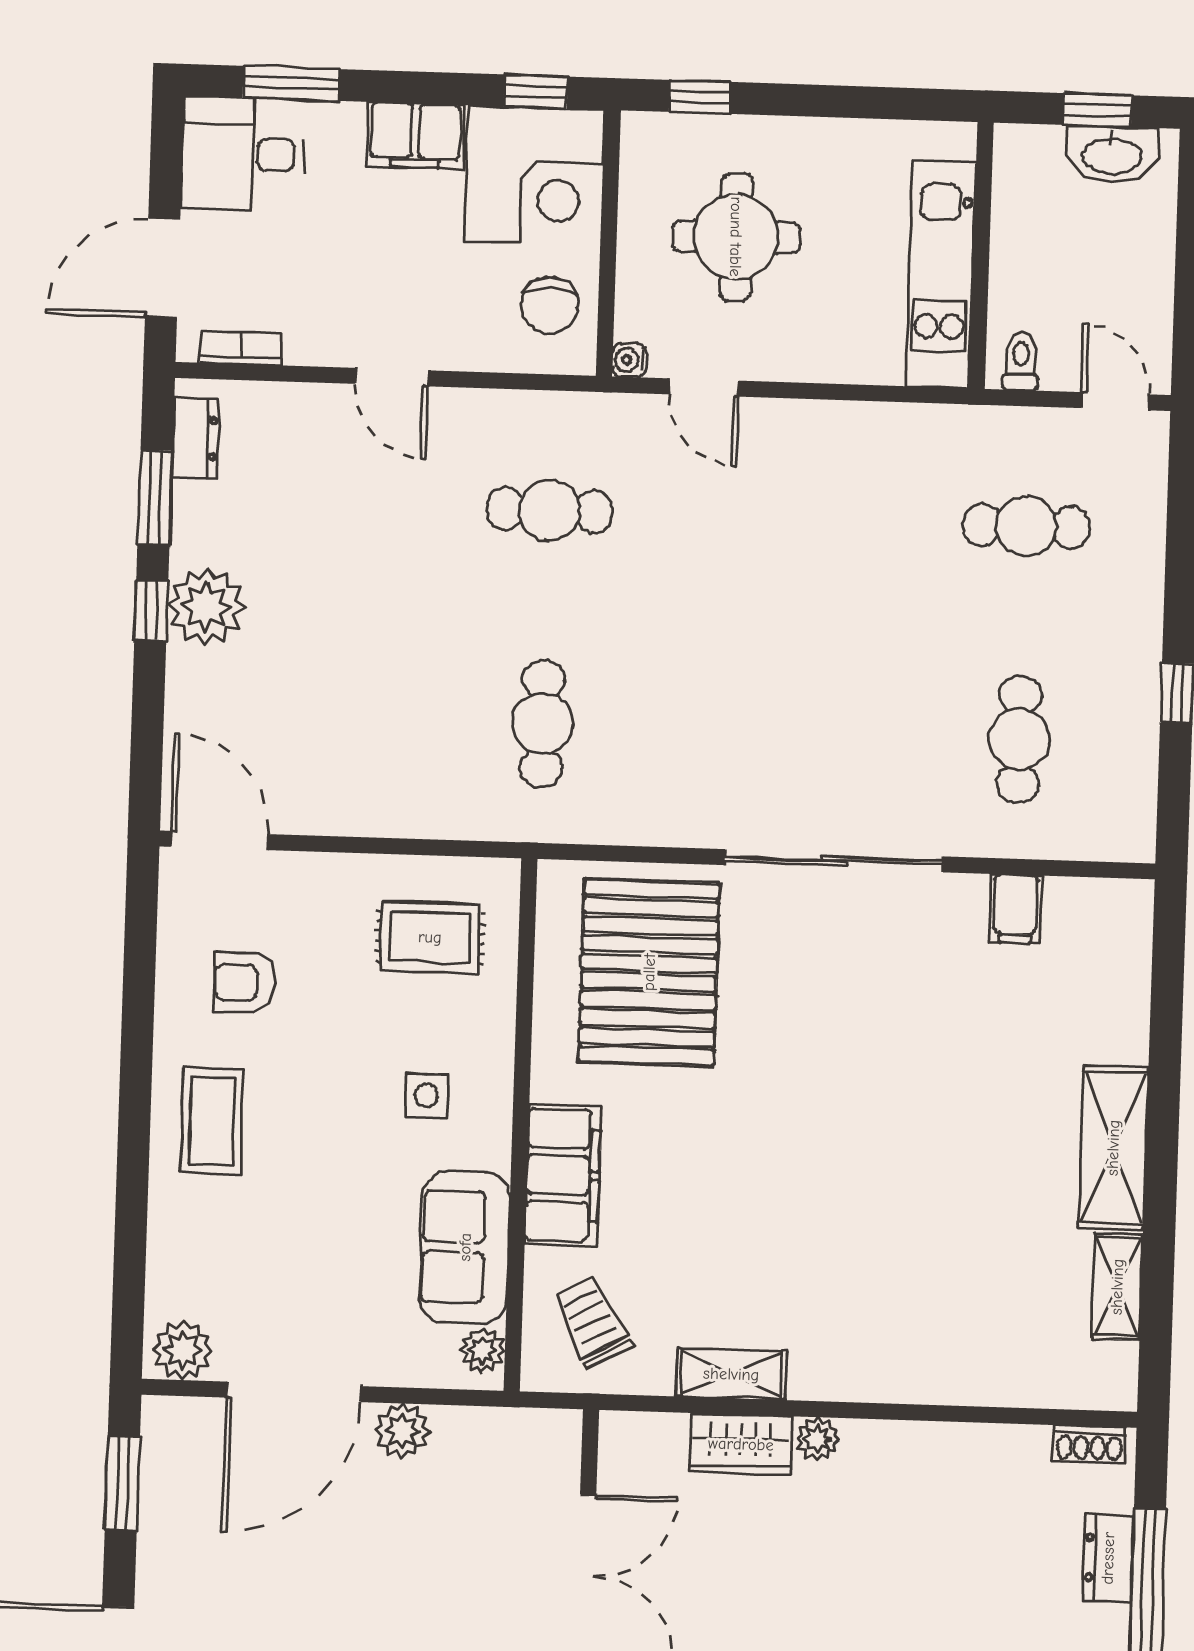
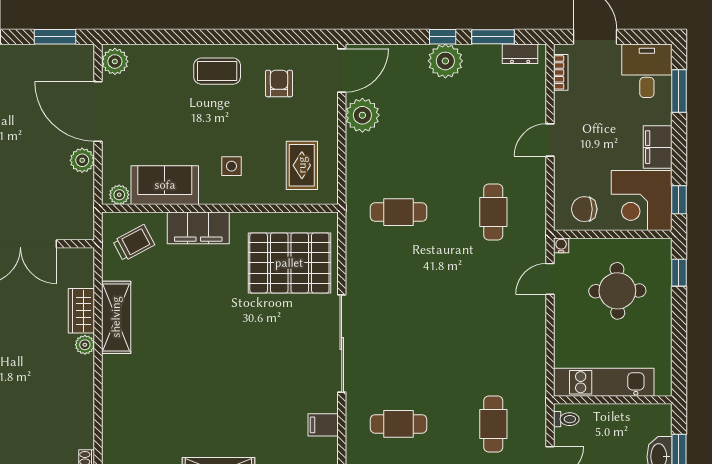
plant: (322, 797) -> (362, 115), added
shelving: (731, 1374) -> (116, 317), width x1.50, depth x1.33

